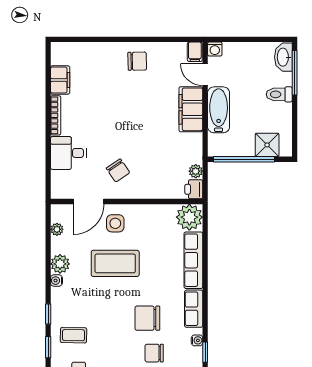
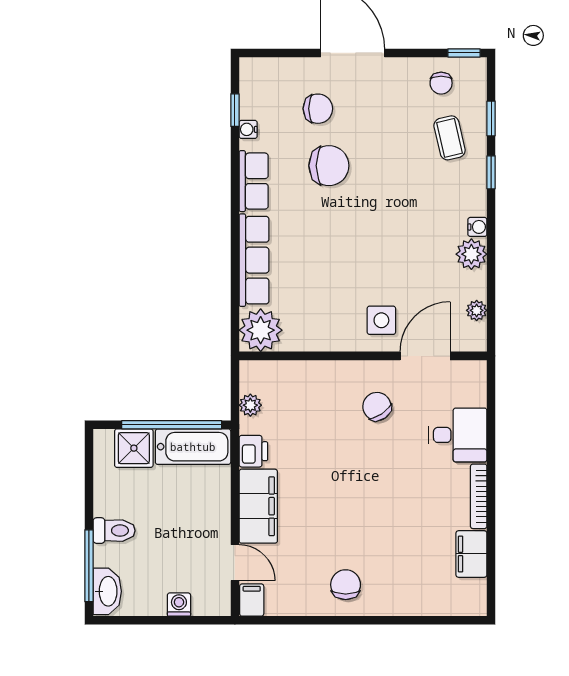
washing machine: (215, 49) -> (179, 605), moved
chair: (137, 61) -> (346, 585), turned 91
bathtub: (219, 110) -> (193, 447), moved, turned -90
printer: (194, 189) -> (253, 451), moved
coffee table: (115, 263) -> (382, 255), removed
coffee table: (74, 335) -> (450, 138), turned 76

